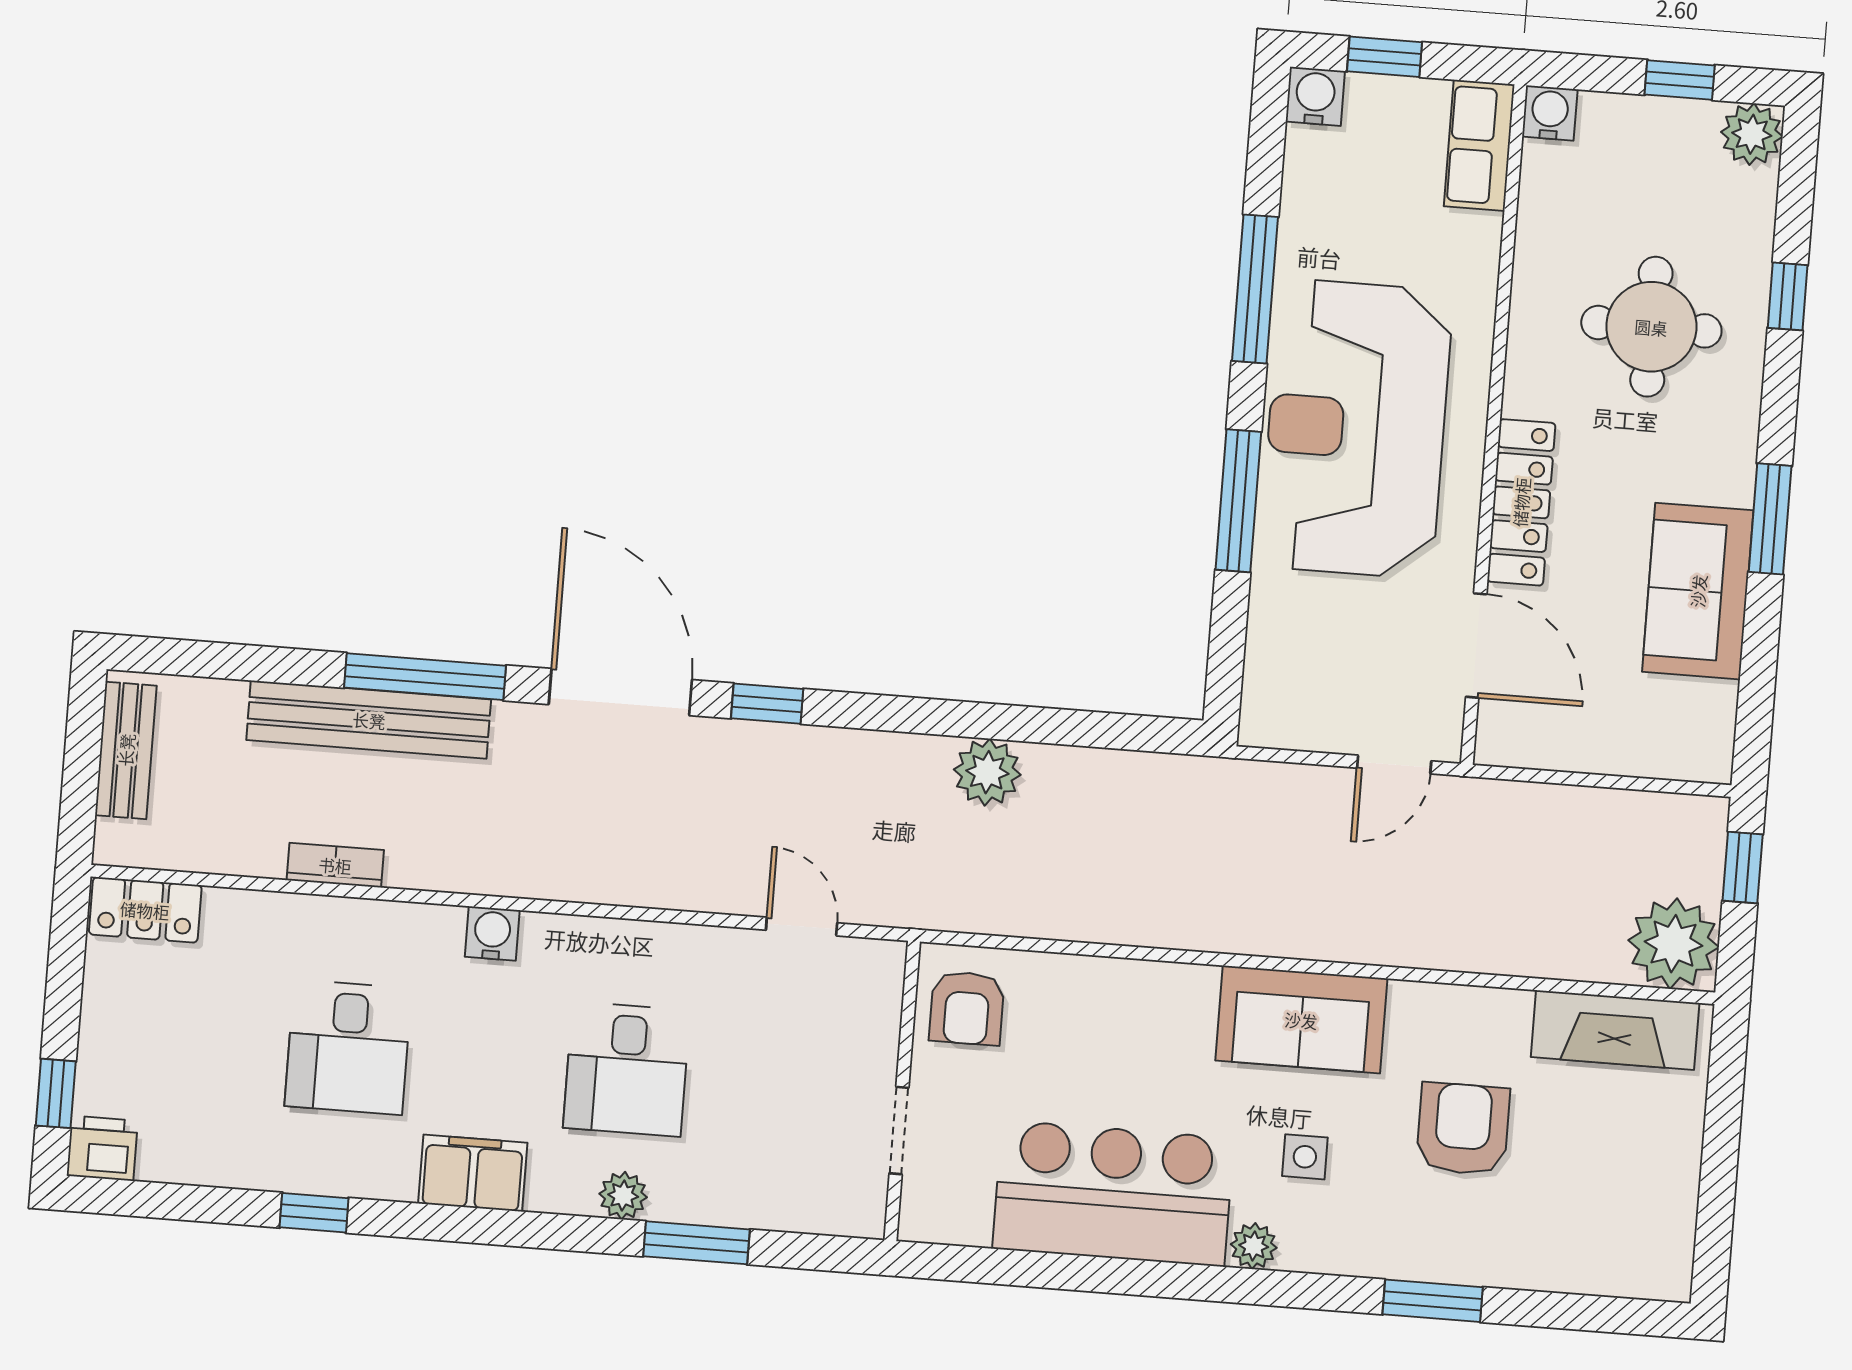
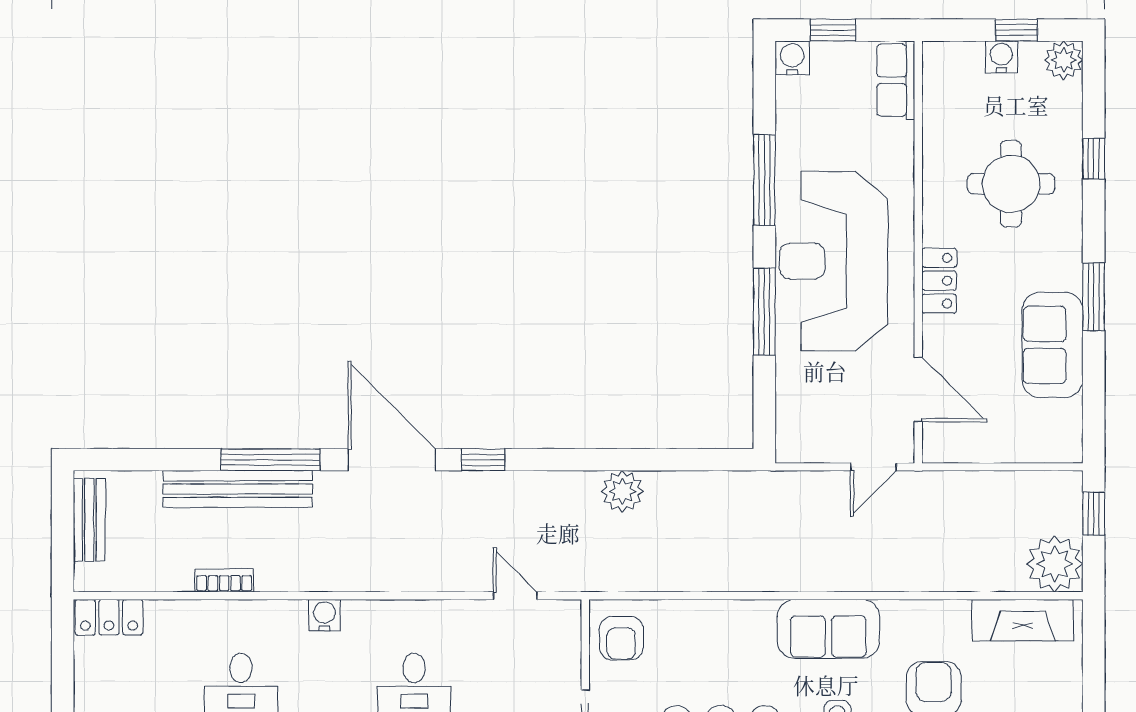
water cooler: (1550, 113) -> (1001, 57), moved
locker: (1521, 502) -> (939, 281), width x0.66

